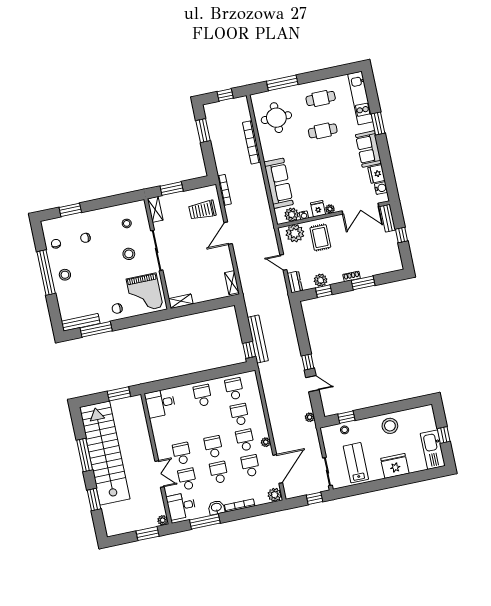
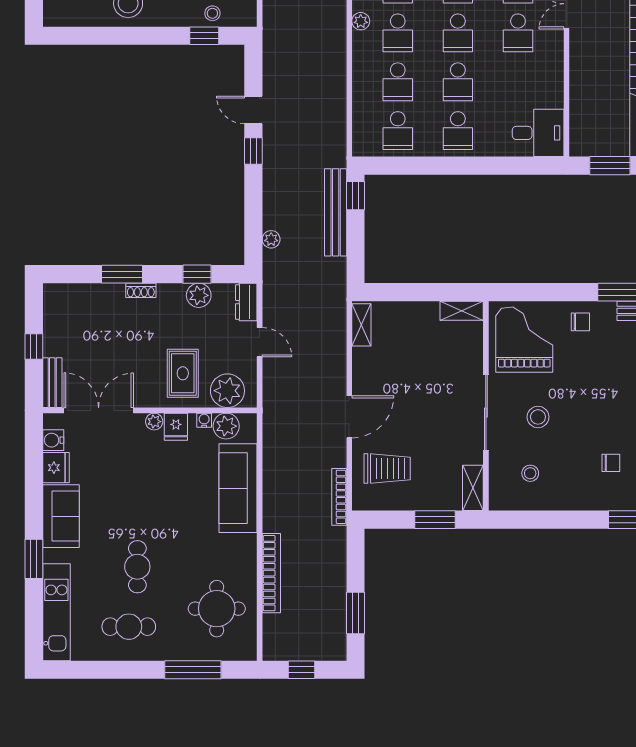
cafe table: (323, 131) -> (137, 567), turned 90
plant: (310, 417) -> (271, 239), moved
school desk: (208, 421) -> (458, 82), added

